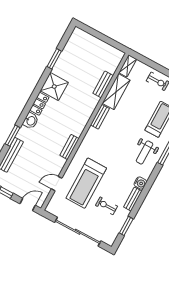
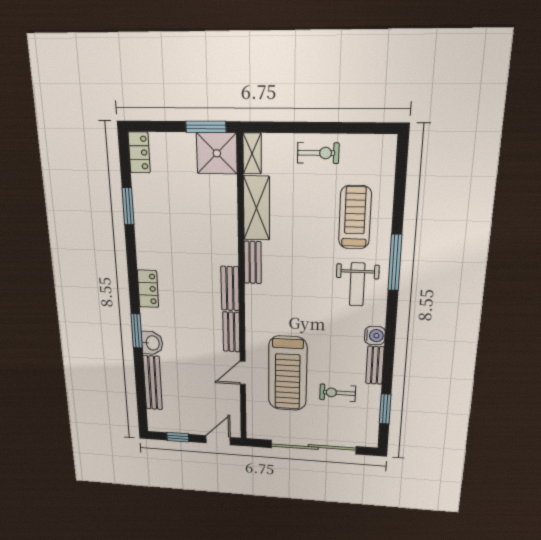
locker: (75, 38) -> (139, 152), added
window: (113, 43) -> (206, 127), added
bench: (103, 84) -> (230, 289), moved
shower: (54, 87) -> (217, 153), moved
washbasin: (31, 121) -> (152, 343), moved
window: (13, 136) -> (137, 331), moved
door: (57, 184) -> (243, 373), moved

